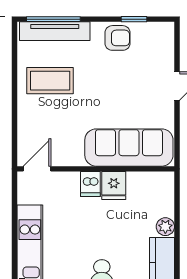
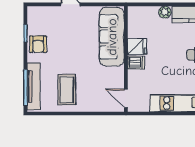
armchair: (118, 38) -> (38, 44), turned 180

